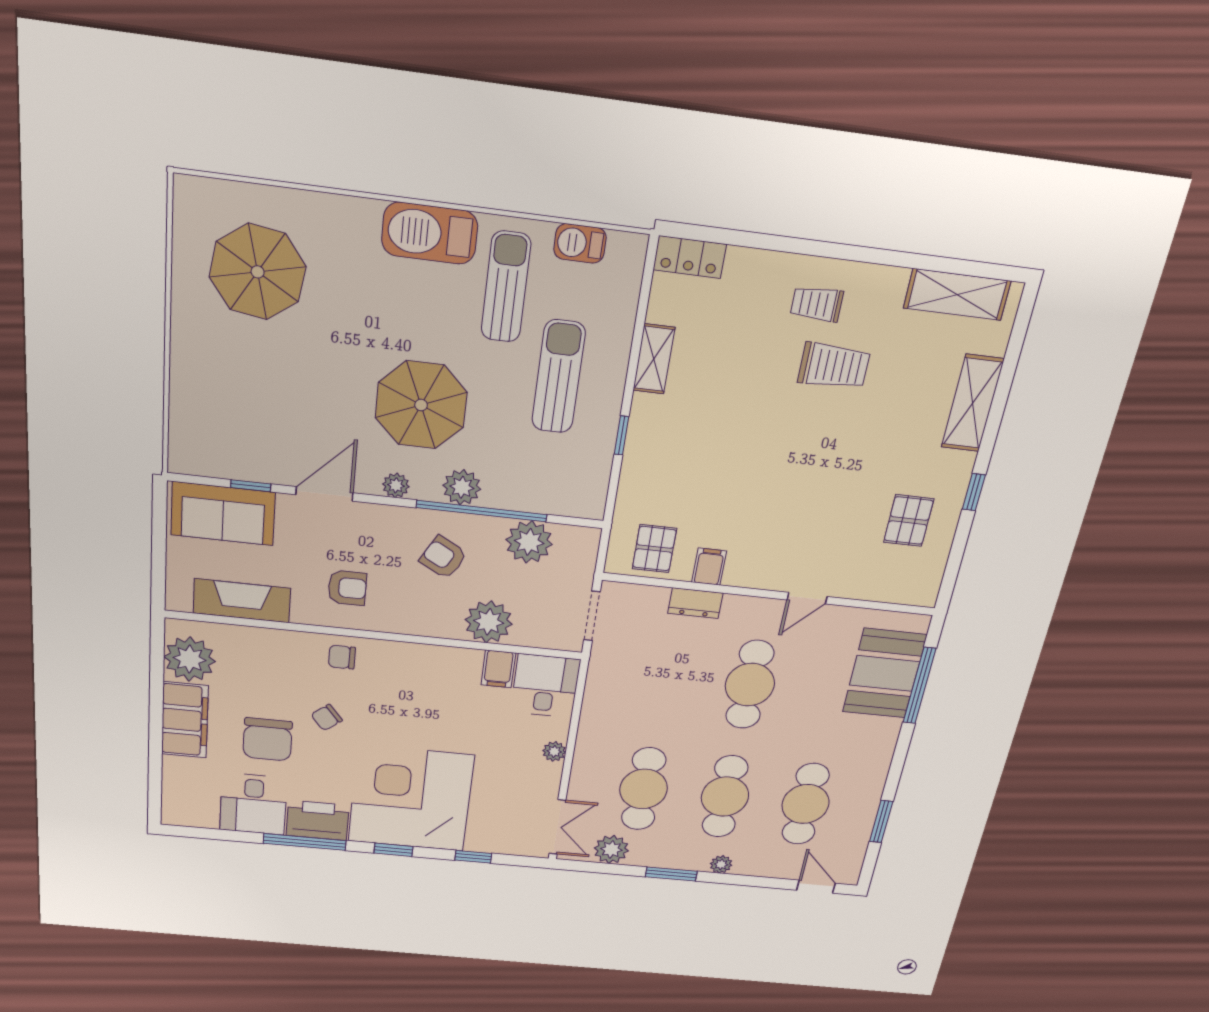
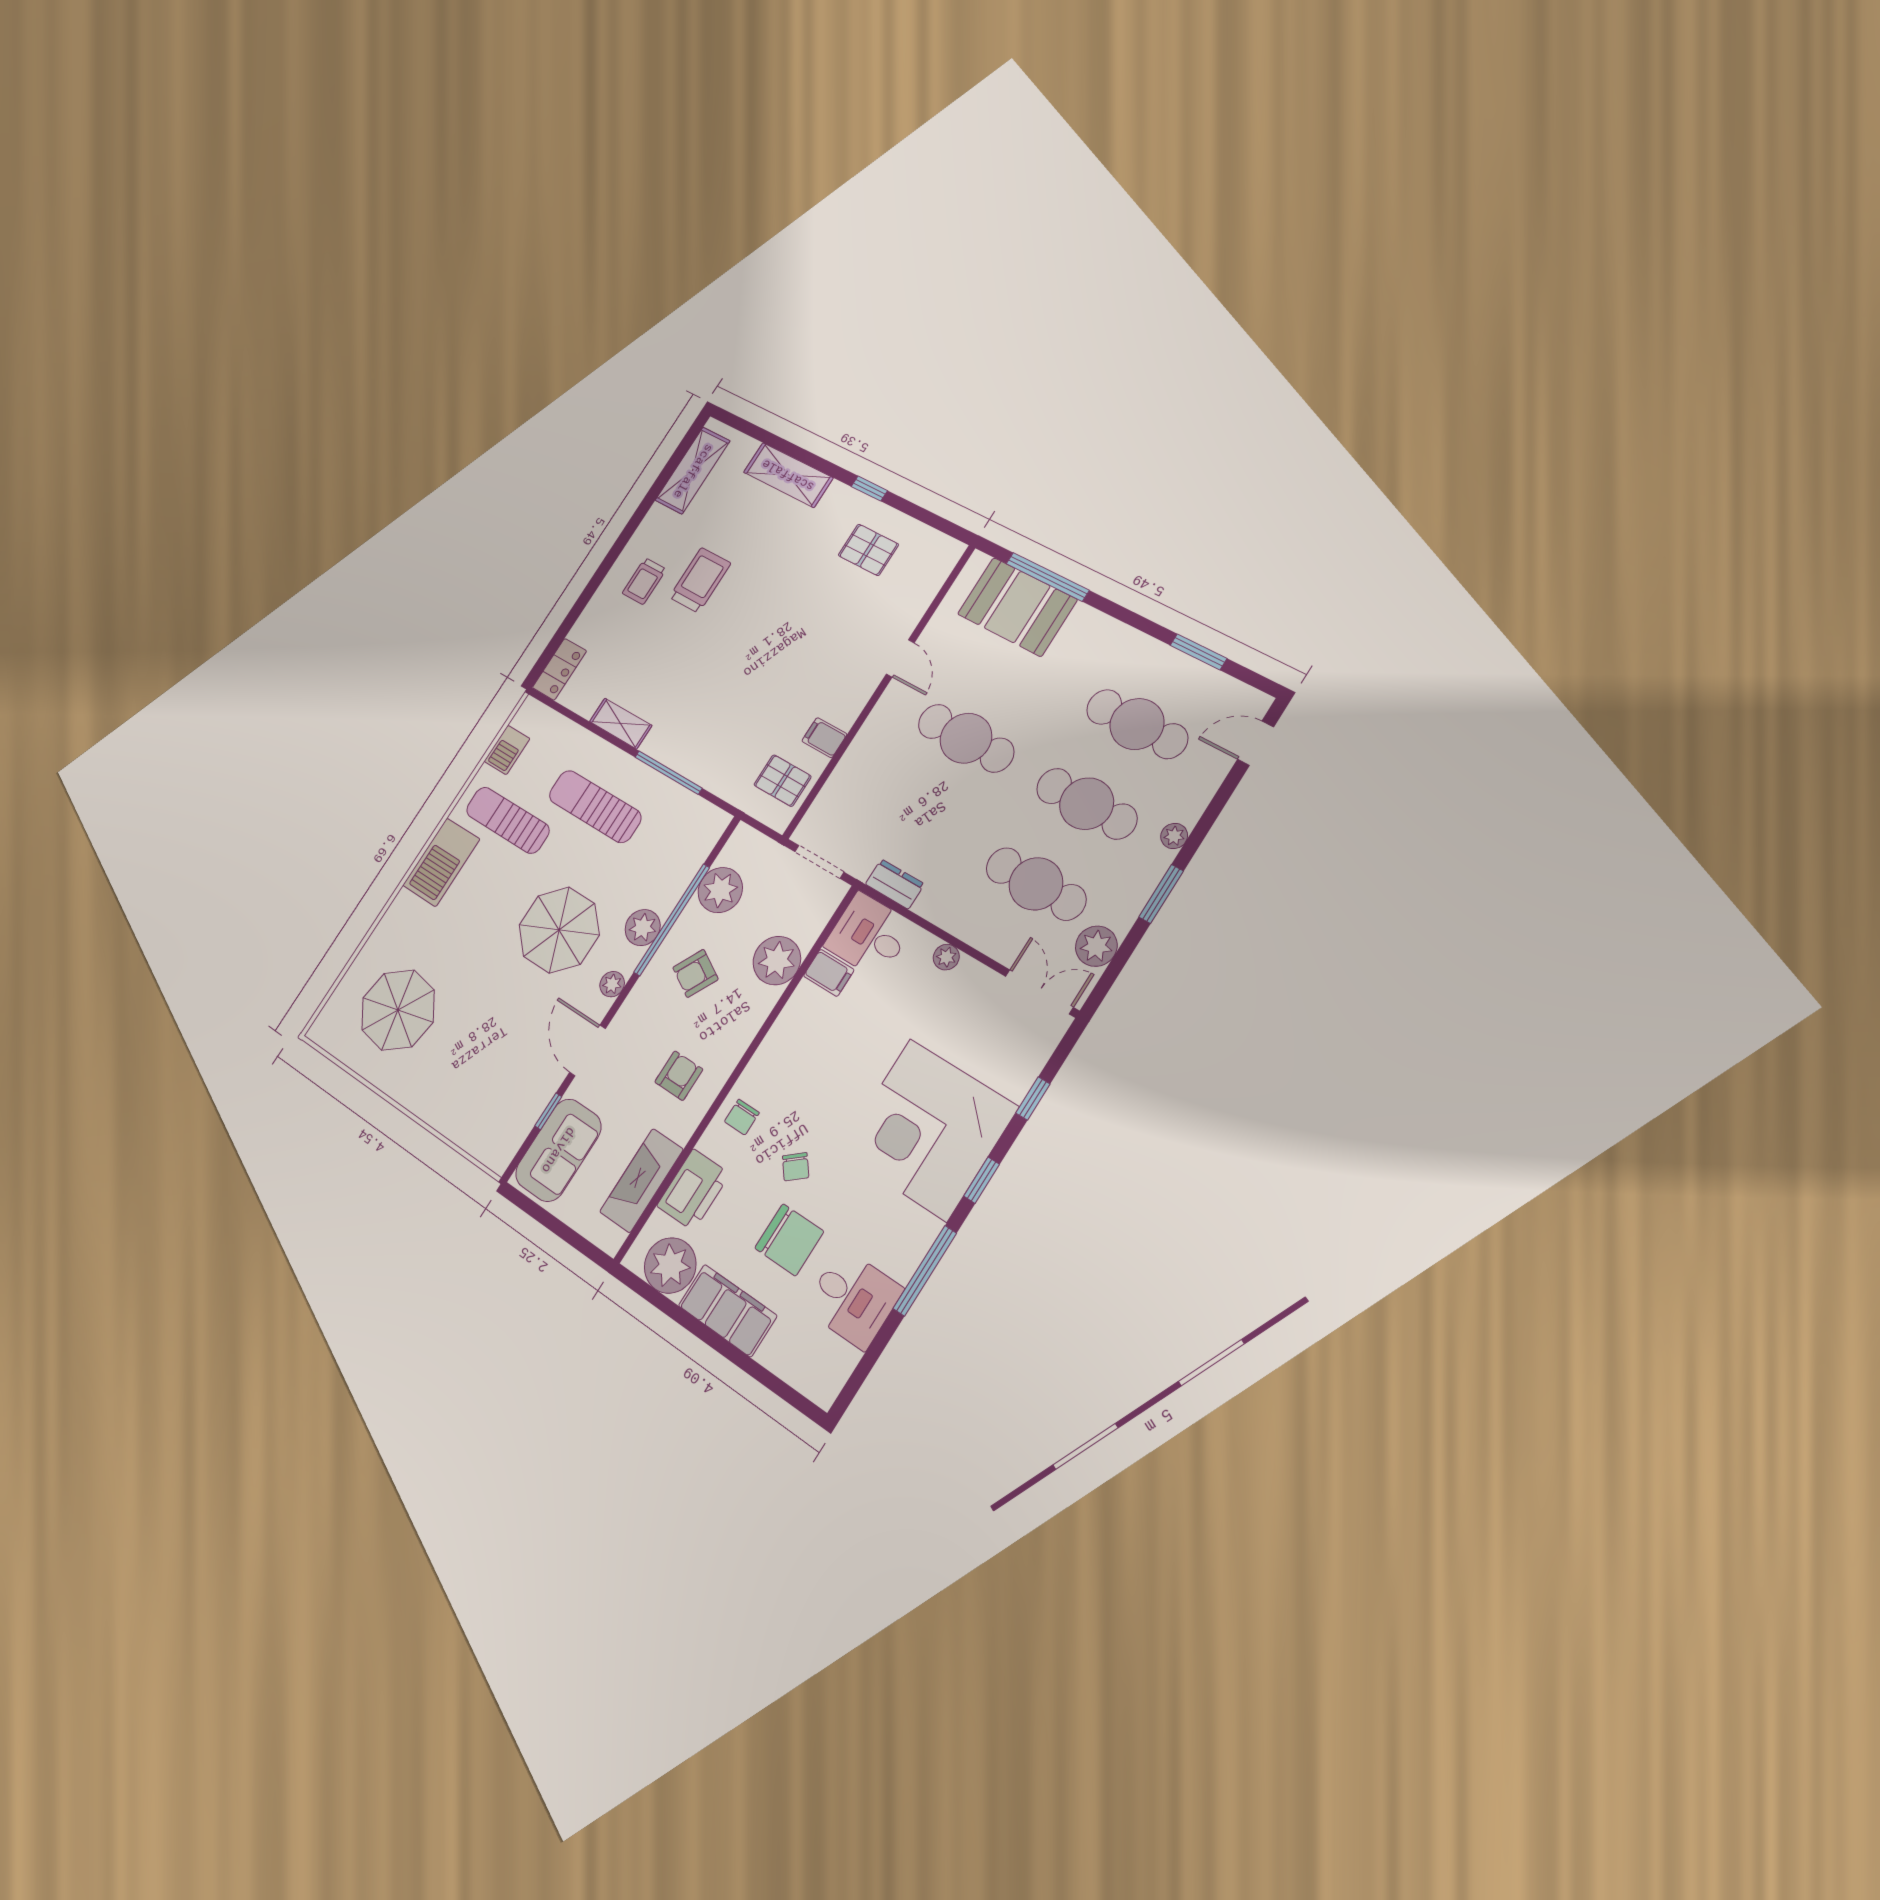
window: (622, 435) -> (668, 773), width x2.17
dresser: (695, 603) -> (895, 884), moved, turned -90
printer: (318, 820) -> (693, 1190), moved, turned 180

